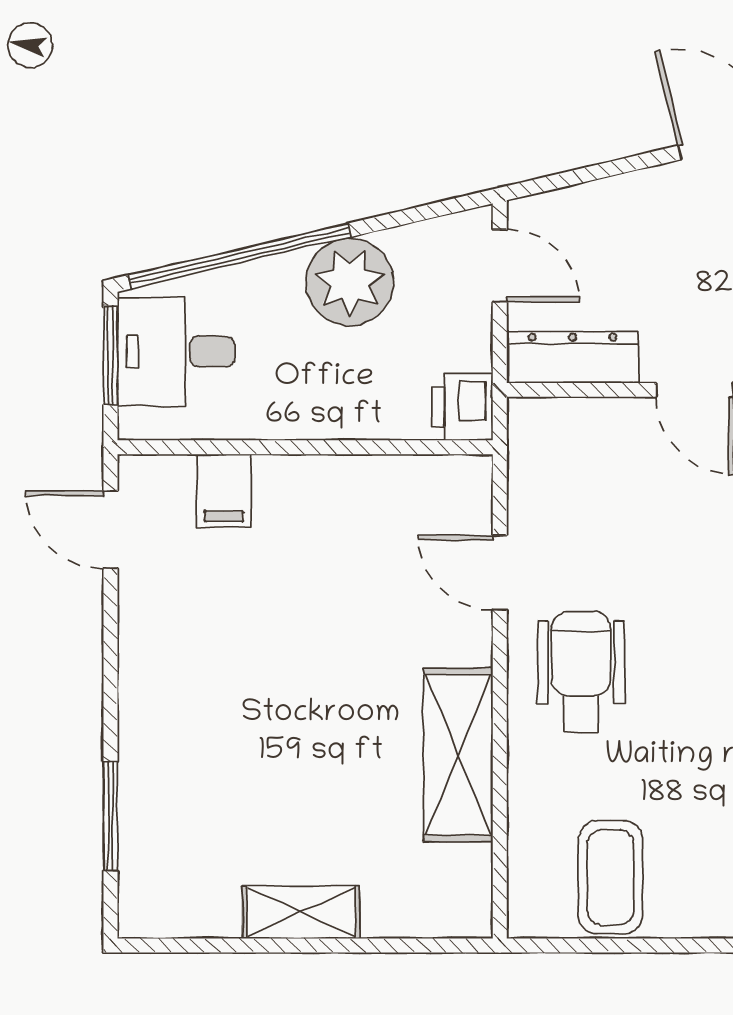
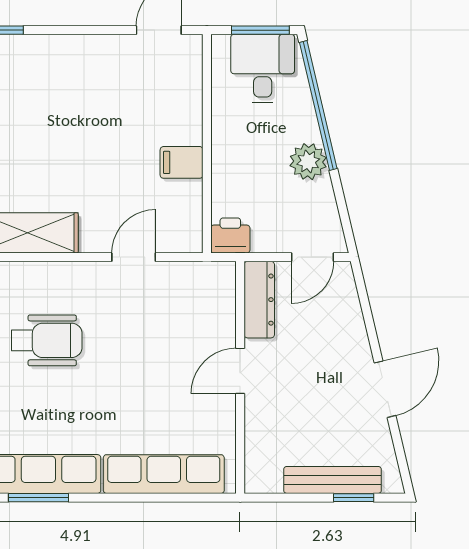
plant: (350, 282) -> (308, 162), width x0.73, depth x0.73
filing cabinet: (224, 491) -> (182, 162), moved
wheelchair: (581, 672) -> (47, 340), moved

